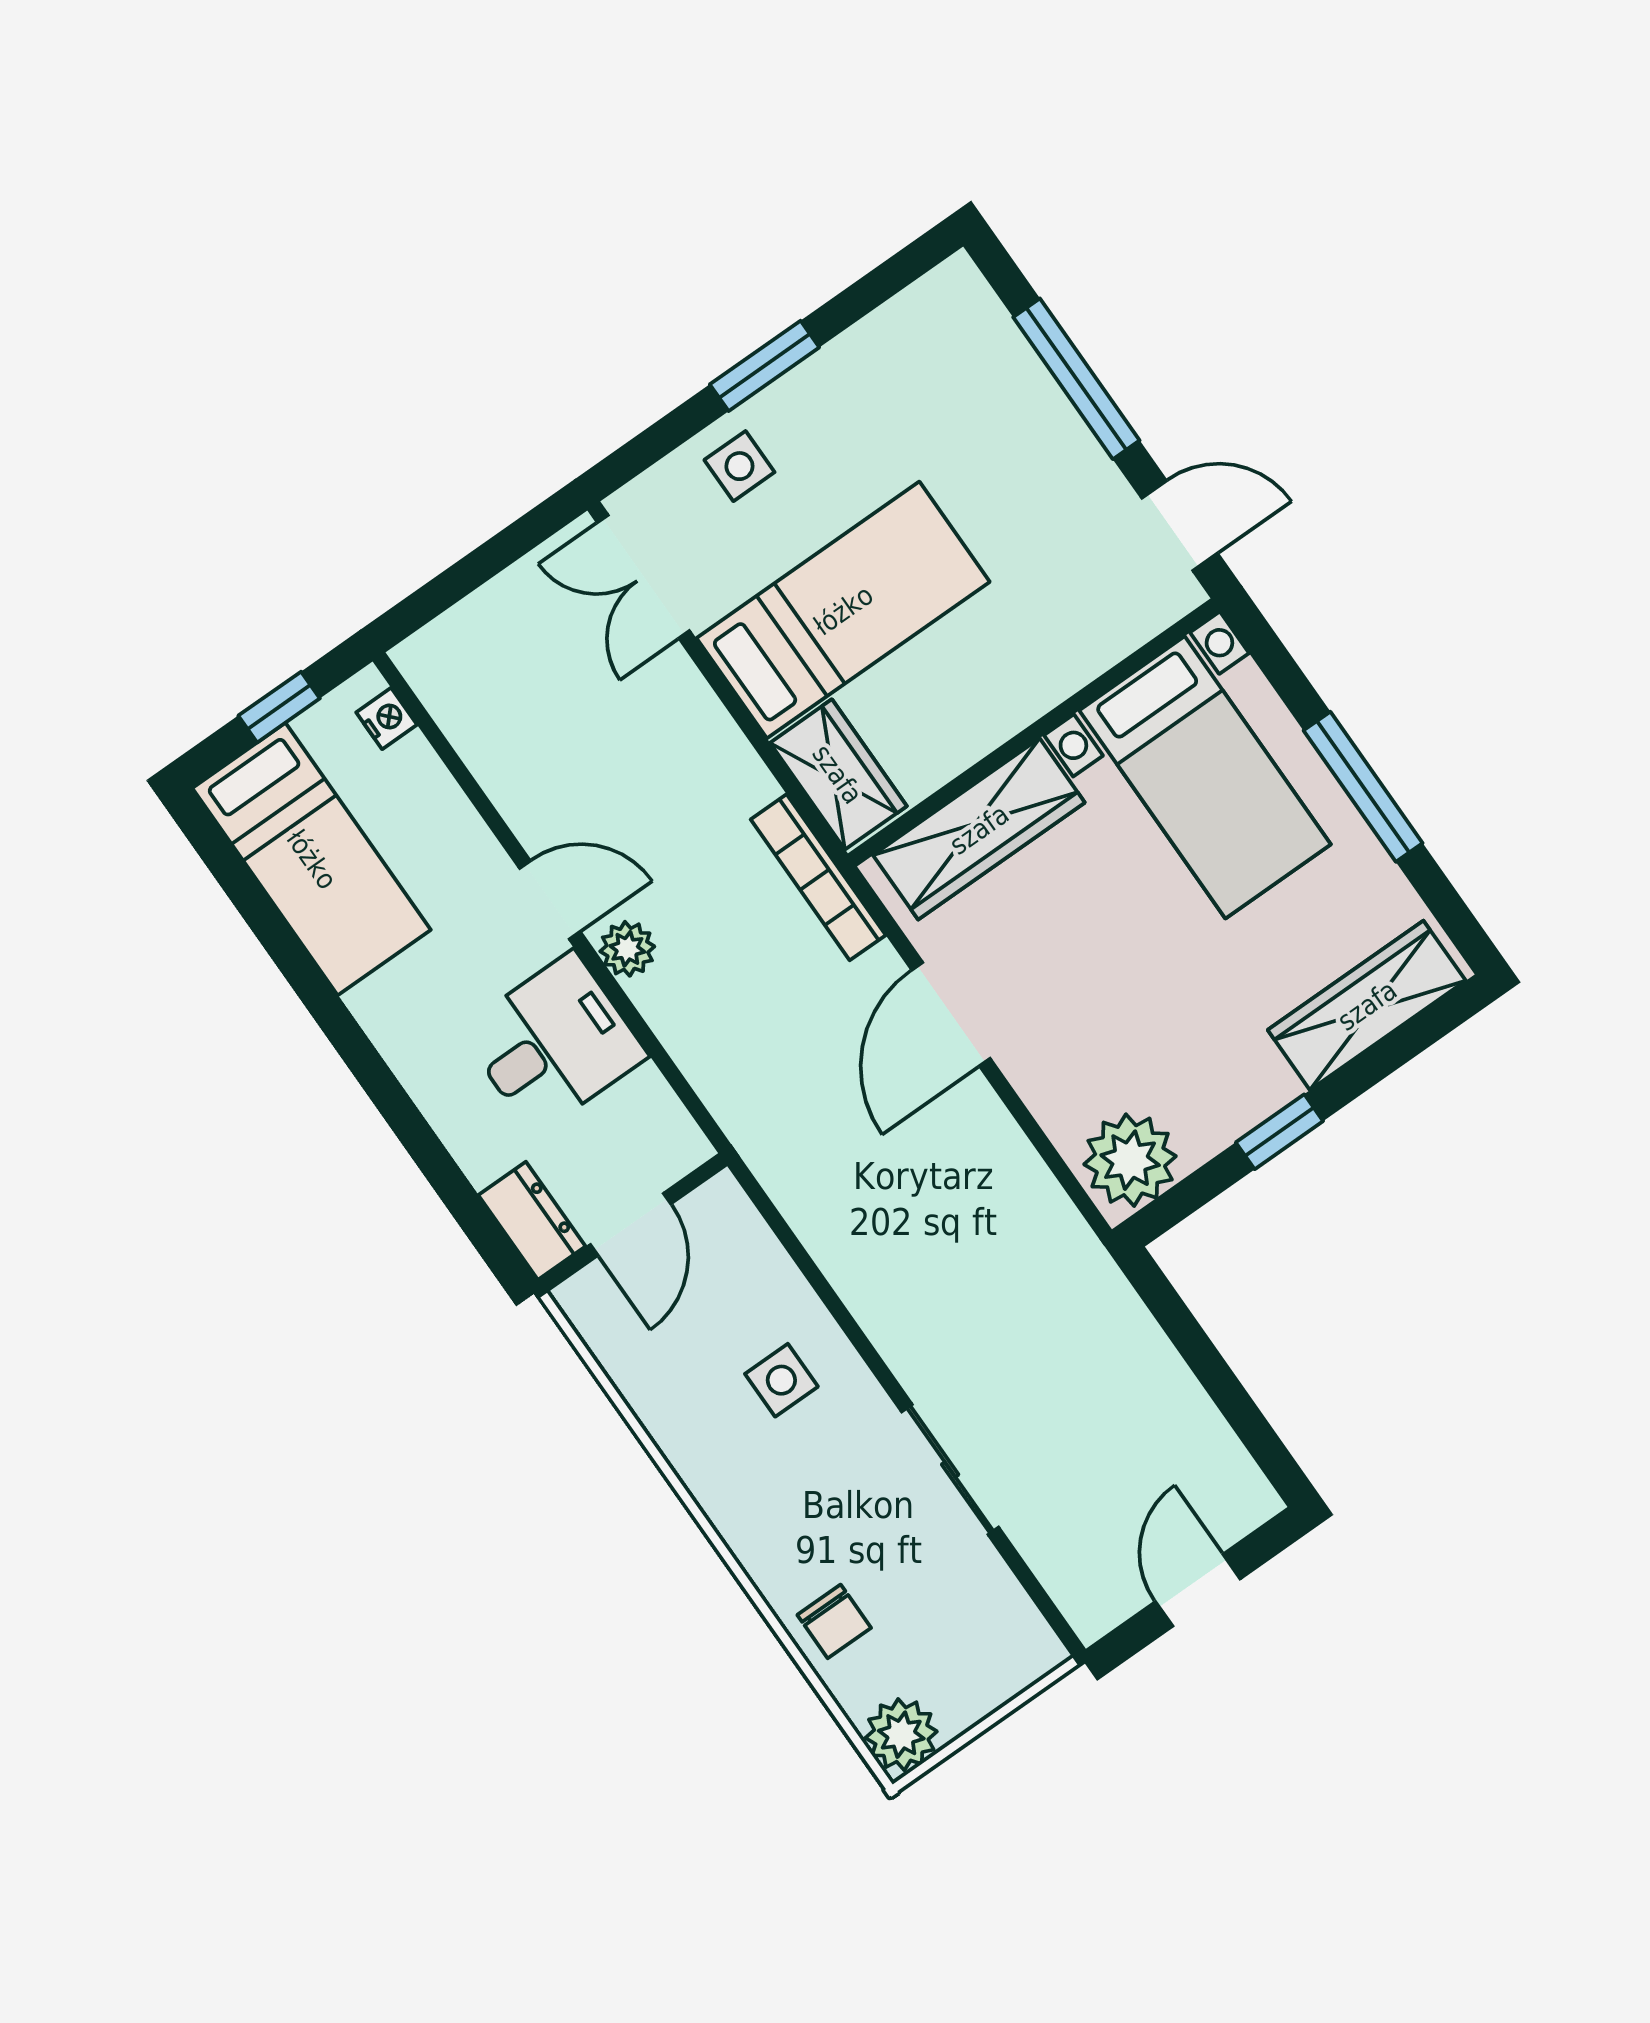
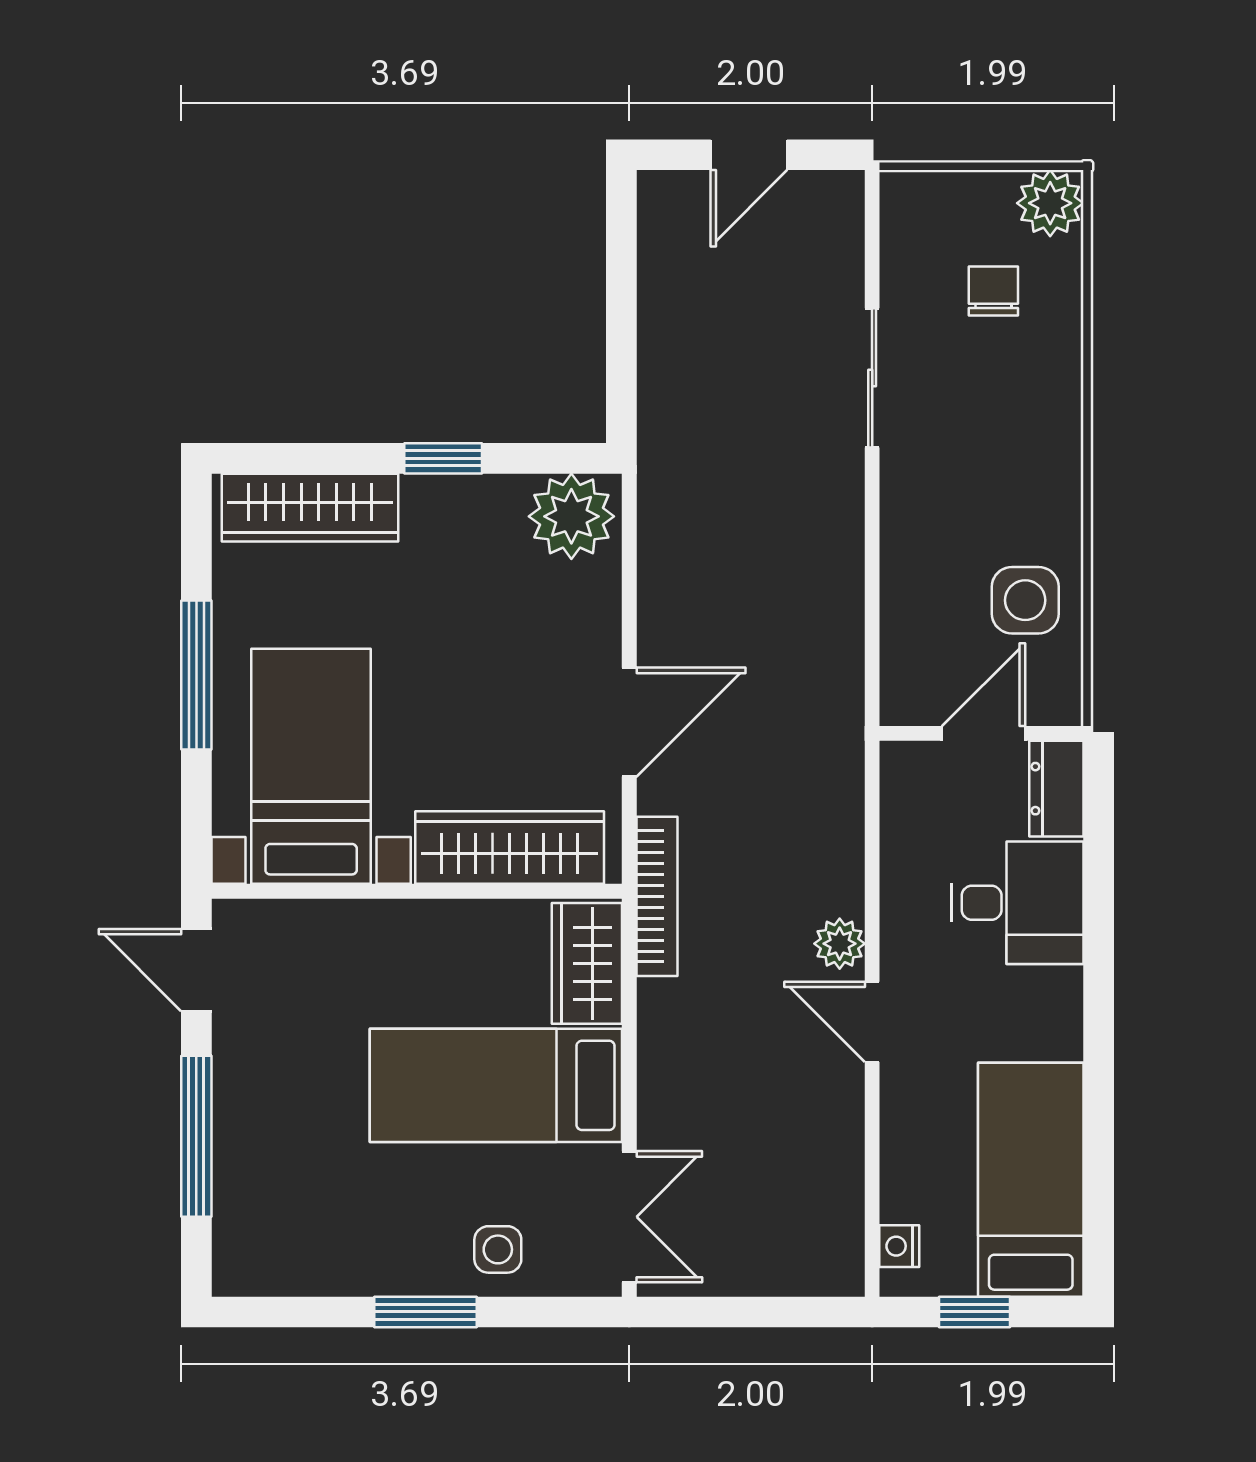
desk: (554, 1043) -> (1017, 903), moved, turned 180
side table: (781, 1380) -> (1025, 600), moved, width x1.37, depth x1.37
chair: (834, 1621) -> (993, 291), moved

